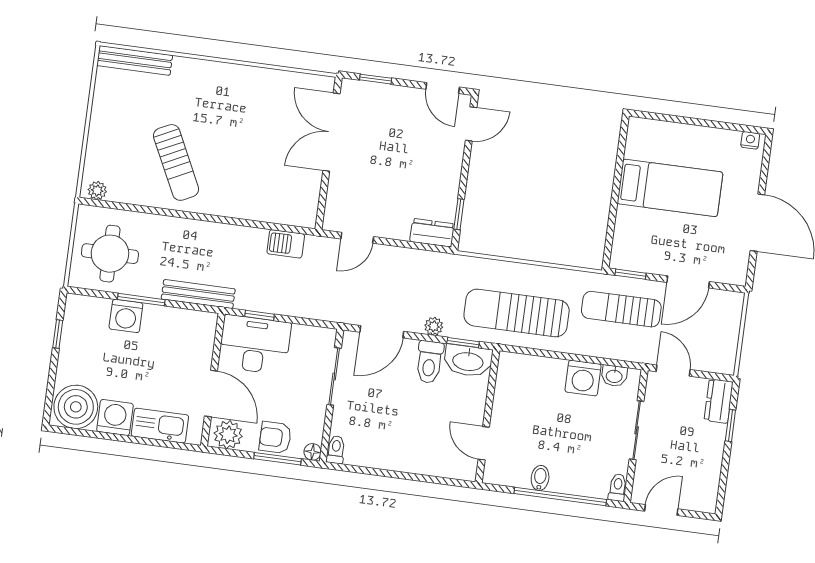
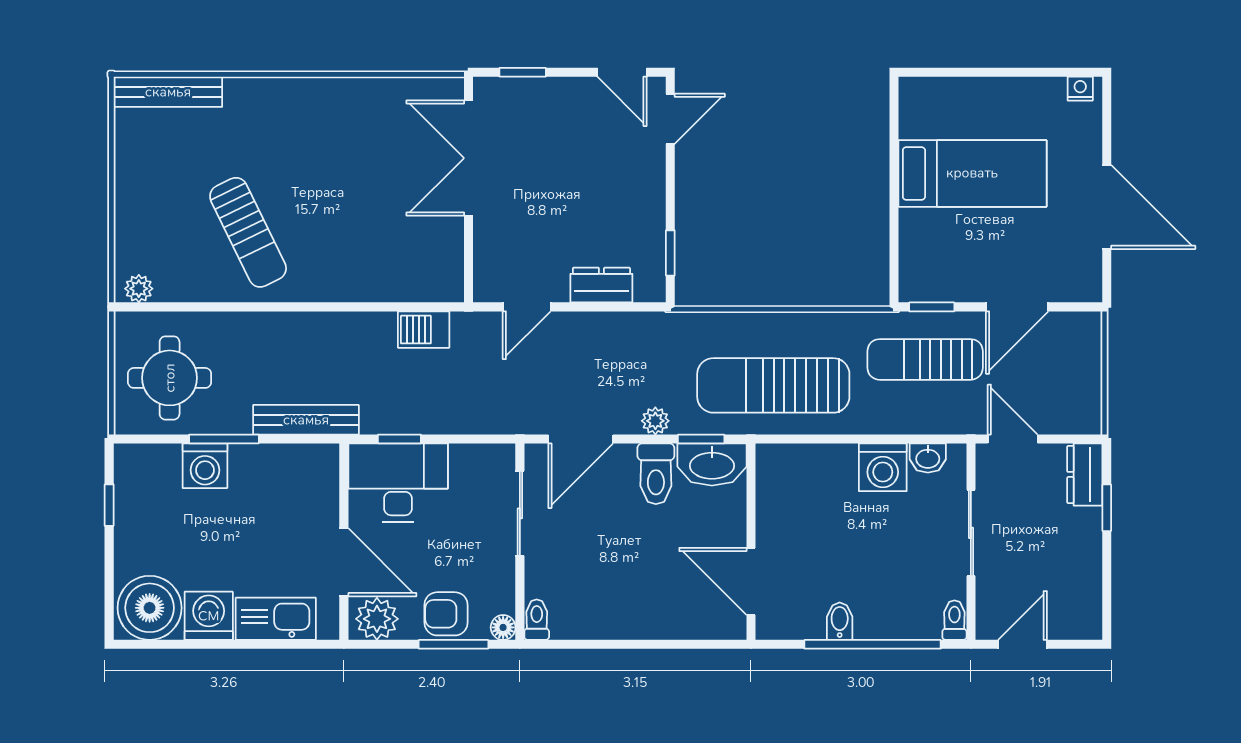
dresser: (432, 233) -> (601, 285), moved
door: (484, 443) -> (751, 581), width x1.38

